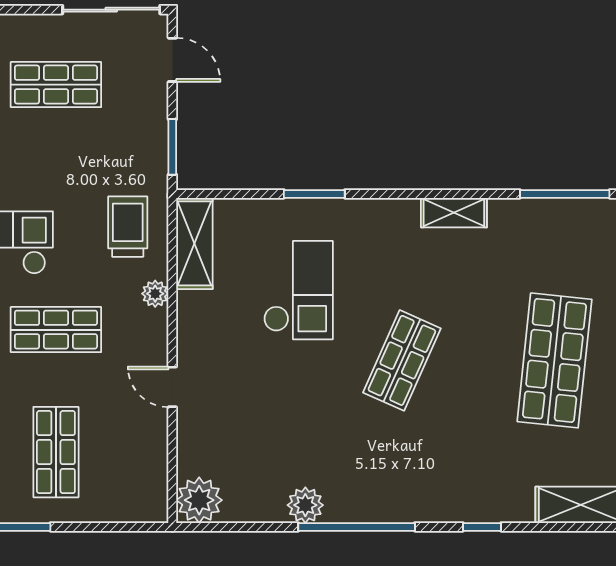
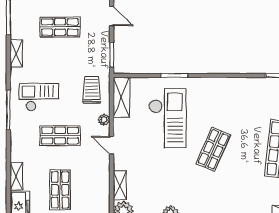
shelving: (454, 213) -> (120, 185), moved, turned 90
checkout: (298, 290) -> (167, 118), width x1.36, depth x1.21
door: (172, 387) -> (112, 145), moved

